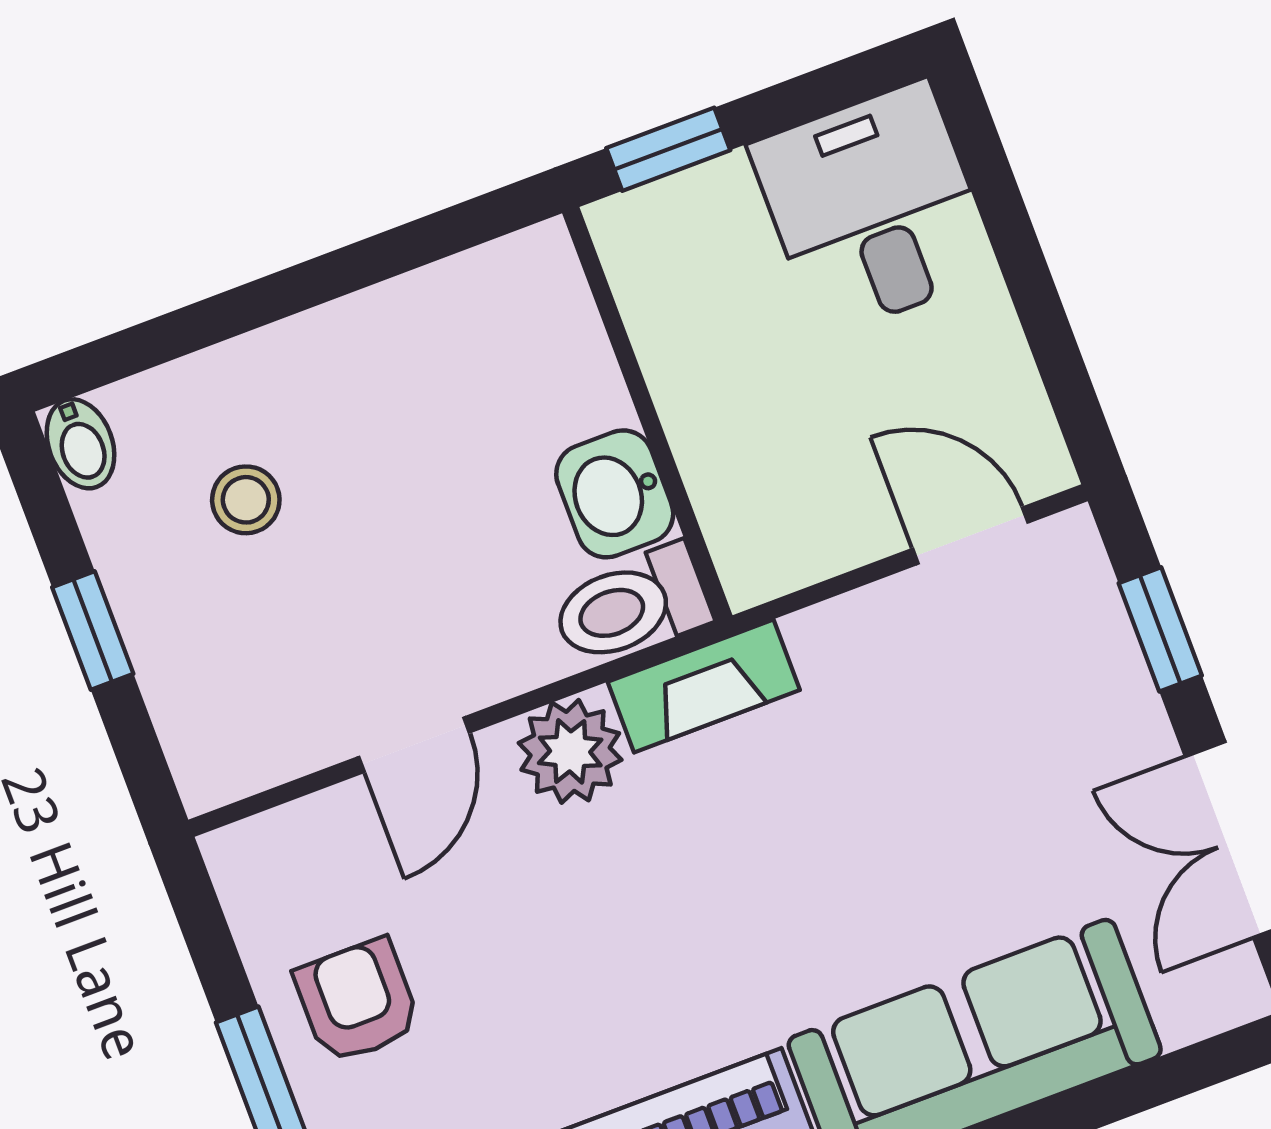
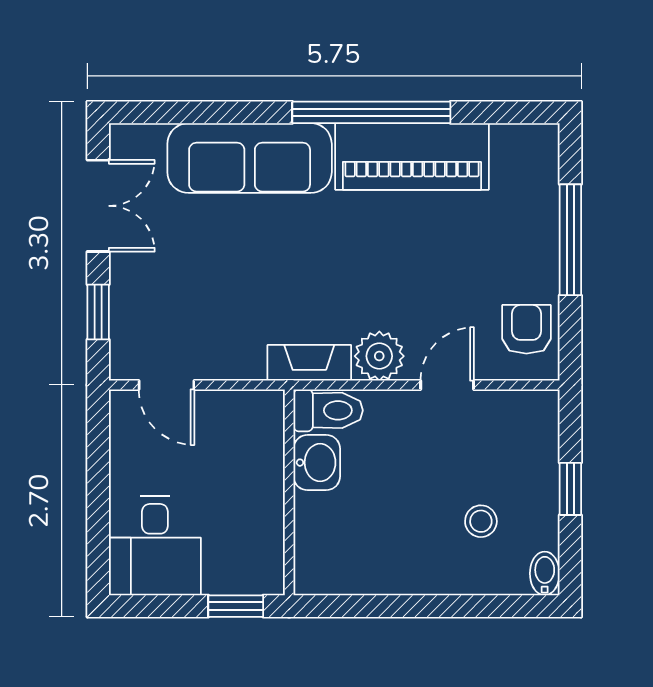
armchair: (357, 1001) -> (526, 329), moved, turned 180

